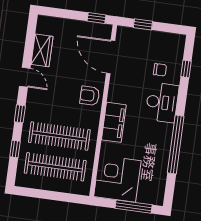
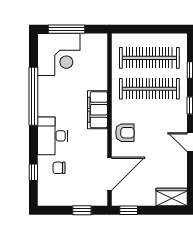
wardrobe: (42, 50) -> (172, 197), moved, turned 90
door: (111, 57) -> (109, 174), hinge flipped
corner desk: (117, 179) -> (59, 55), moved

